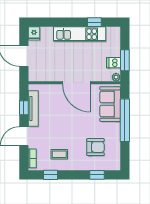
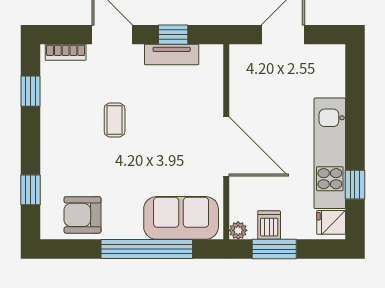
fridge: (34, 33) -> (331, 222), moved
door: (77, 83) -> (226, 147), swing flipped
tv unit: (33, 108) -> (172, 55), width x0.71
armchair: (95, 147) -> (82, 215), moved, turned 90
coffee table: (59, 154) -> (115, 120), moved

